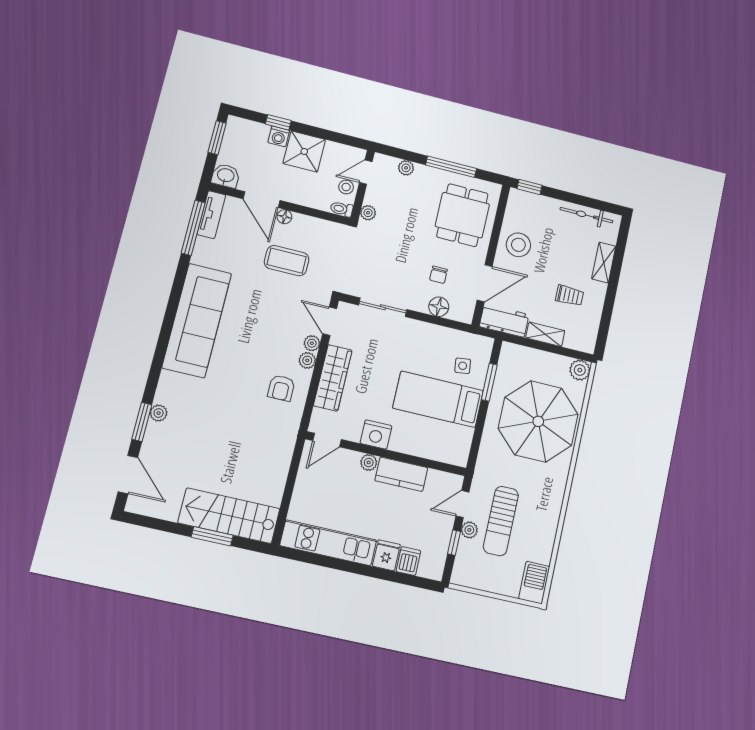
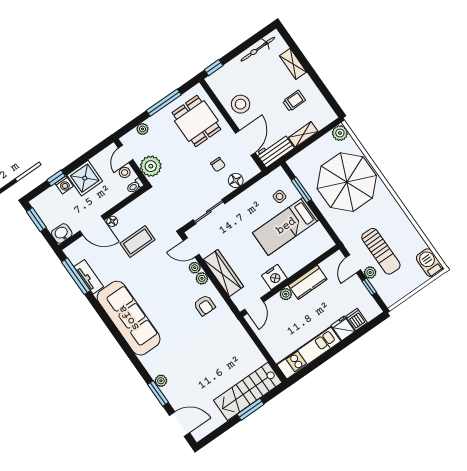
plant: (368, 213) -> (151, 166), width x1.88, depth x1.88
tv unit: (211, 215) -> (89, 277), moved

